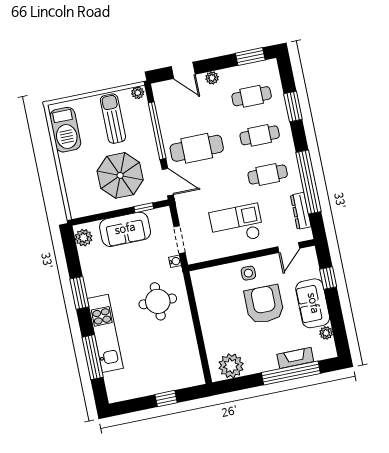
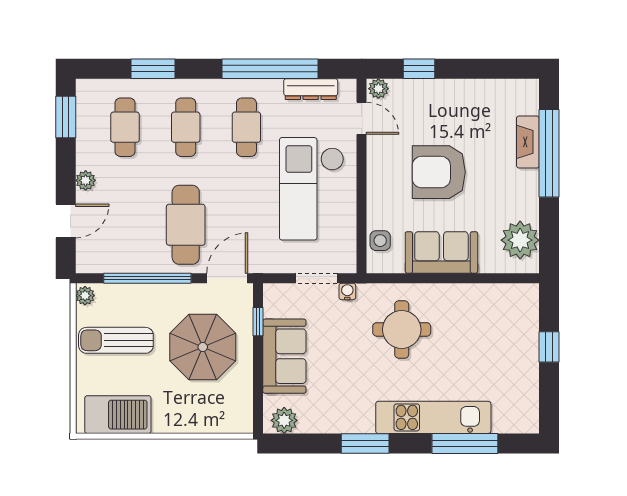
checkout: (236, 225) -> (312, 189), width x1.36, depth x1.21
side table: (248, 273) -> (380, 241), moved
sofa: (313, 303) -> (441, 252), moved, turned 180
plant: (326, 333) -> (378, 89), moved

